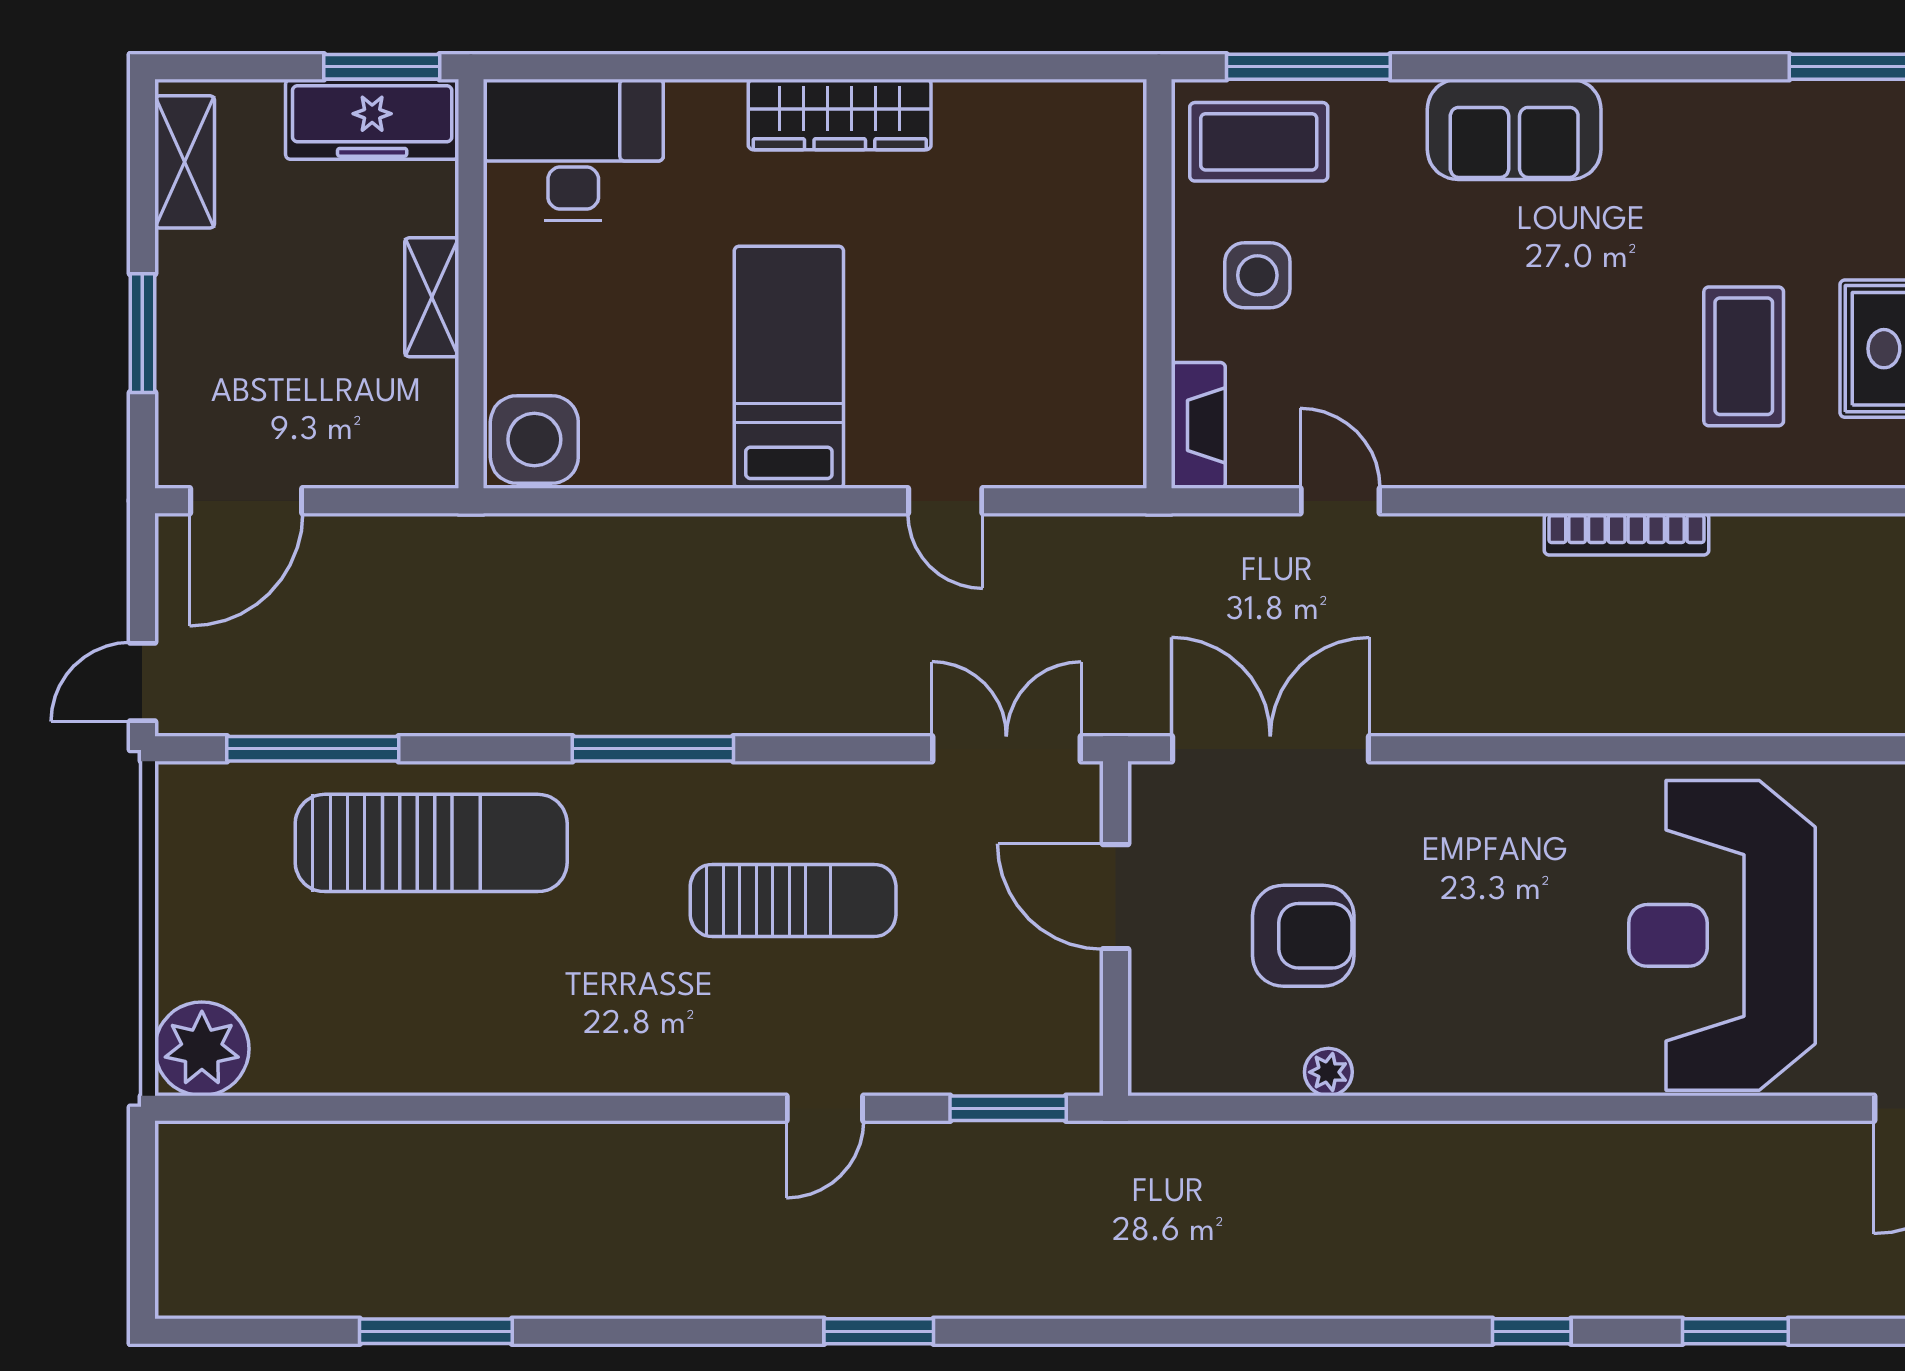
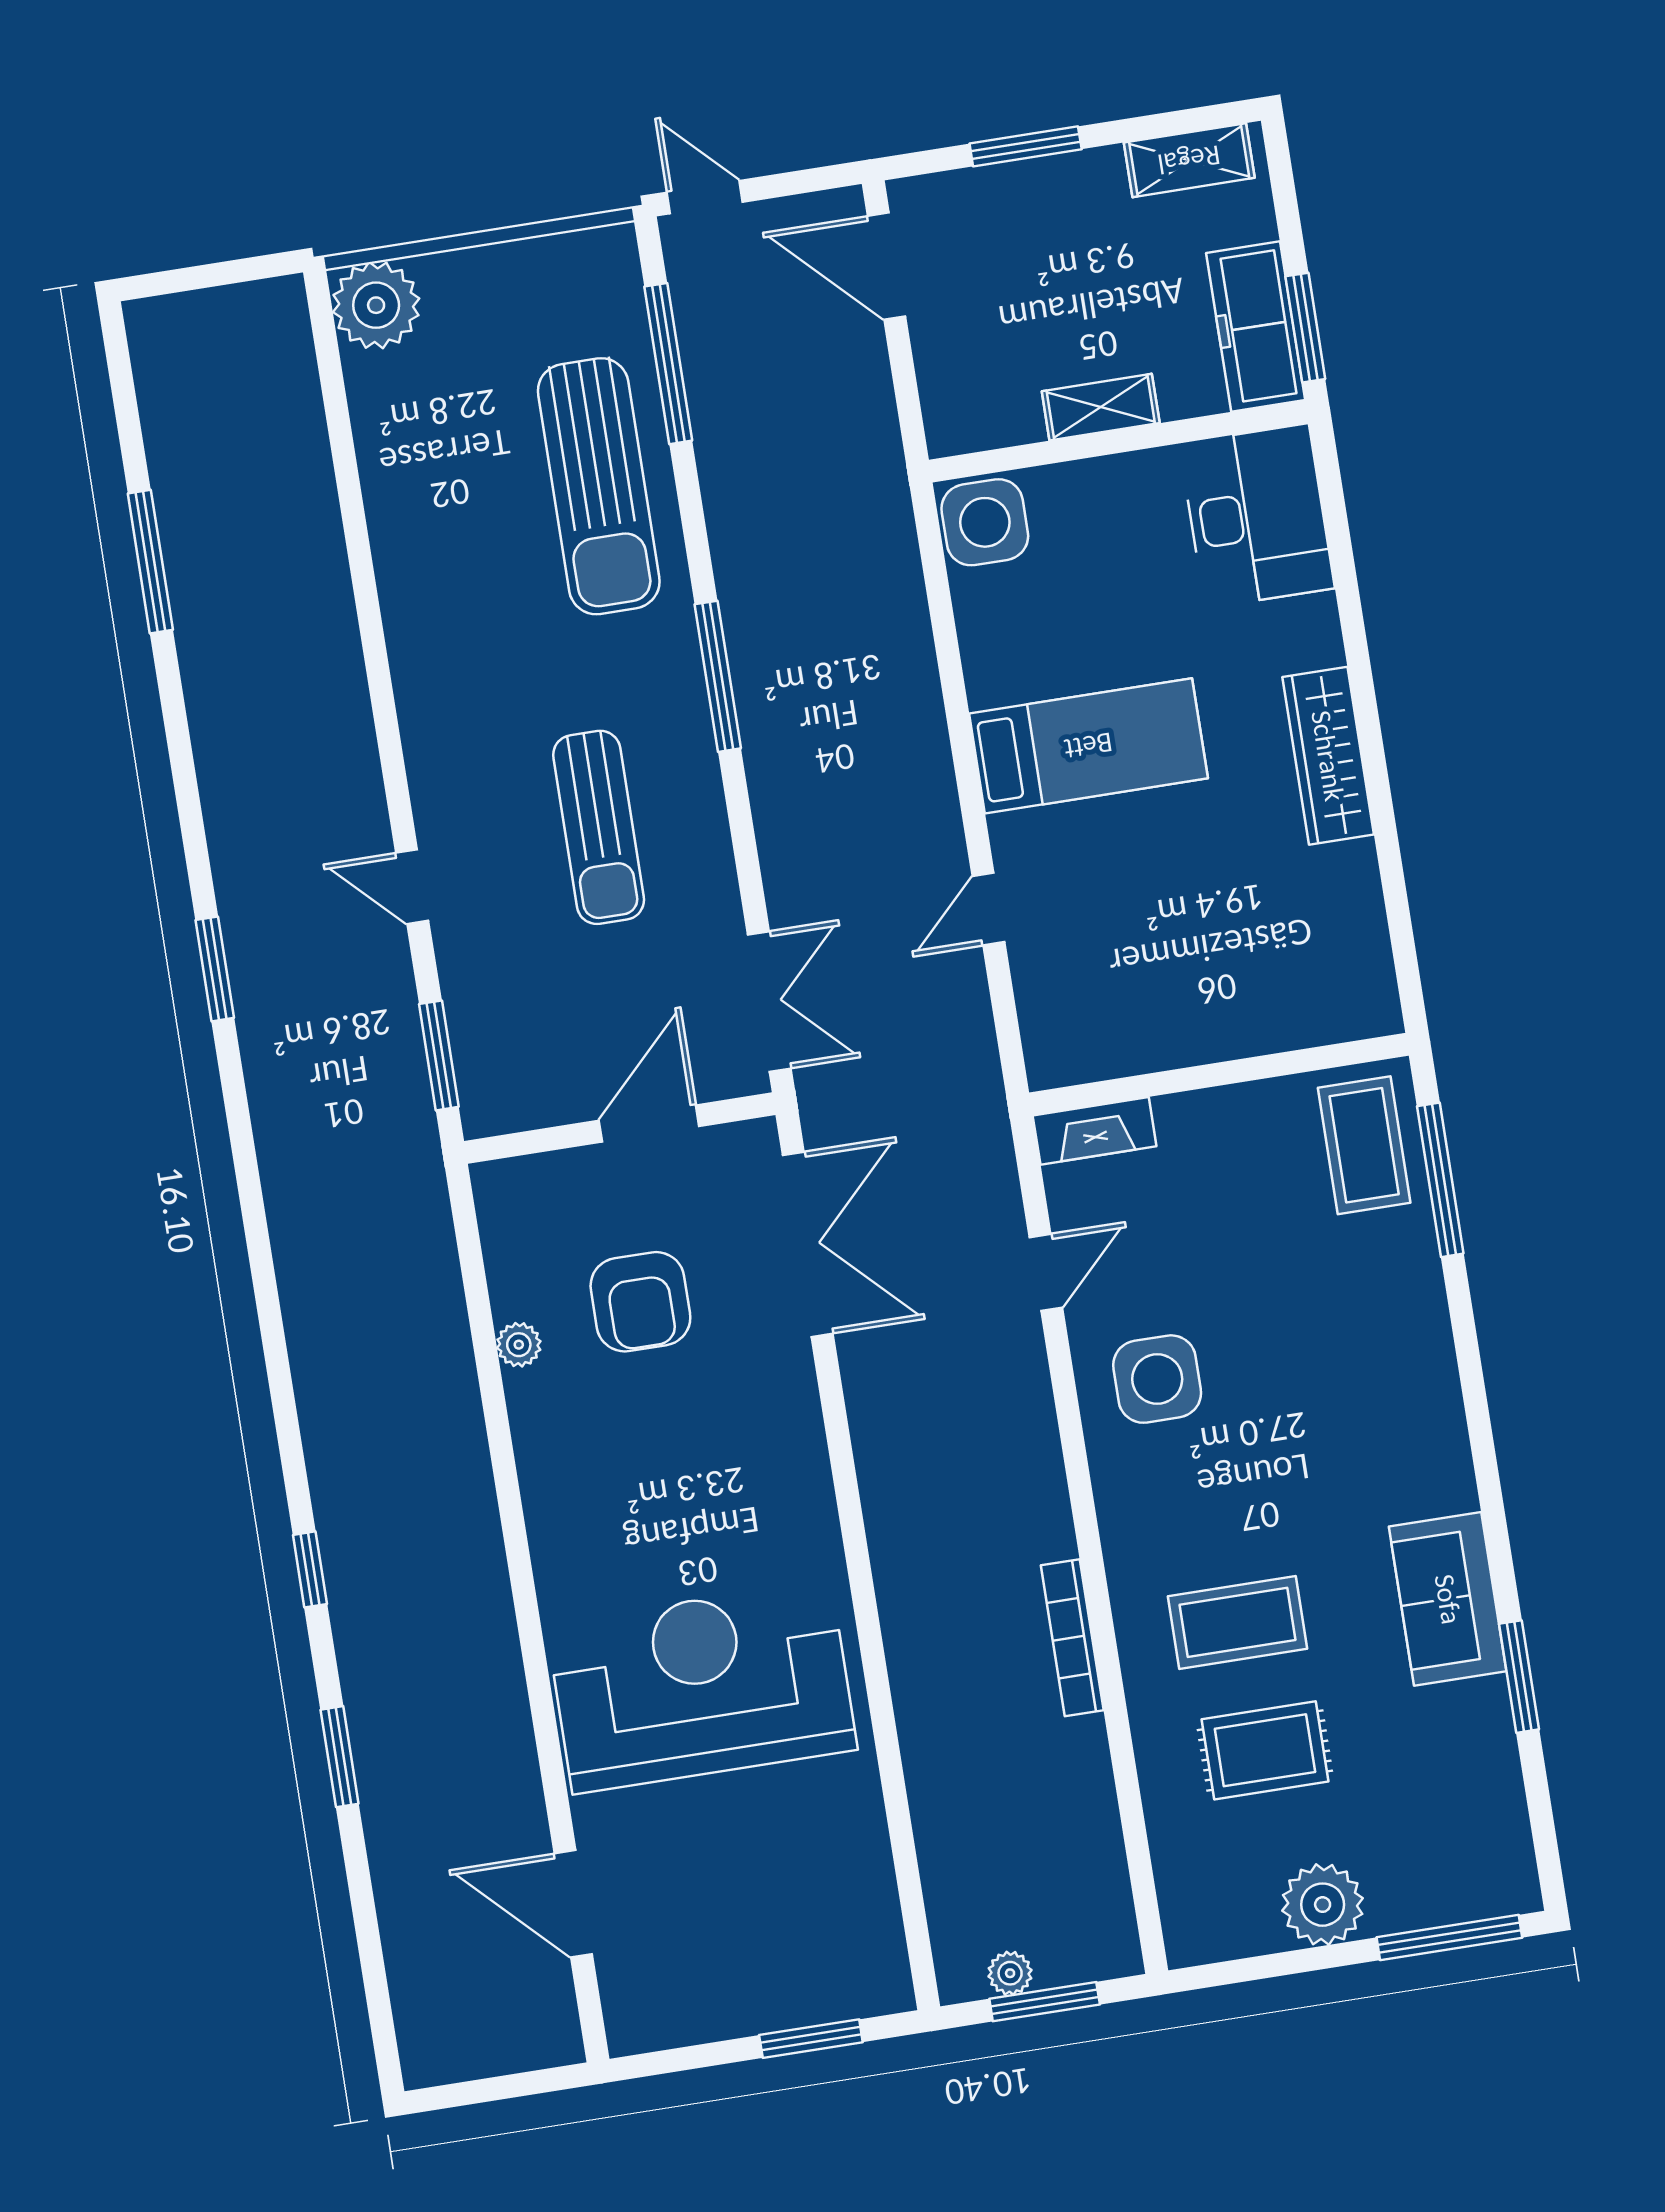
sofa: (1514, 129) -> (1448, 1599), moved
side table: (1257, 275) -> (1157, 1379), moved, width x1.37, depth x1.37
bookcase: (1626, 534) -> (1072, 1638), moved

